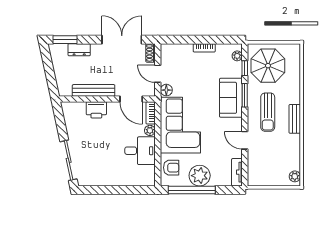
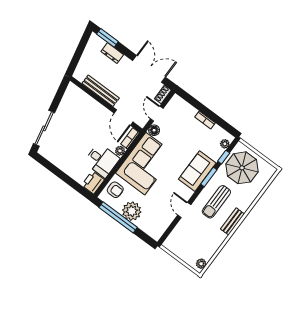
printer: (96, 110) -> (93, 182), moved, turned 90
tv unit: (237, 172) -> (161, 229), removed

